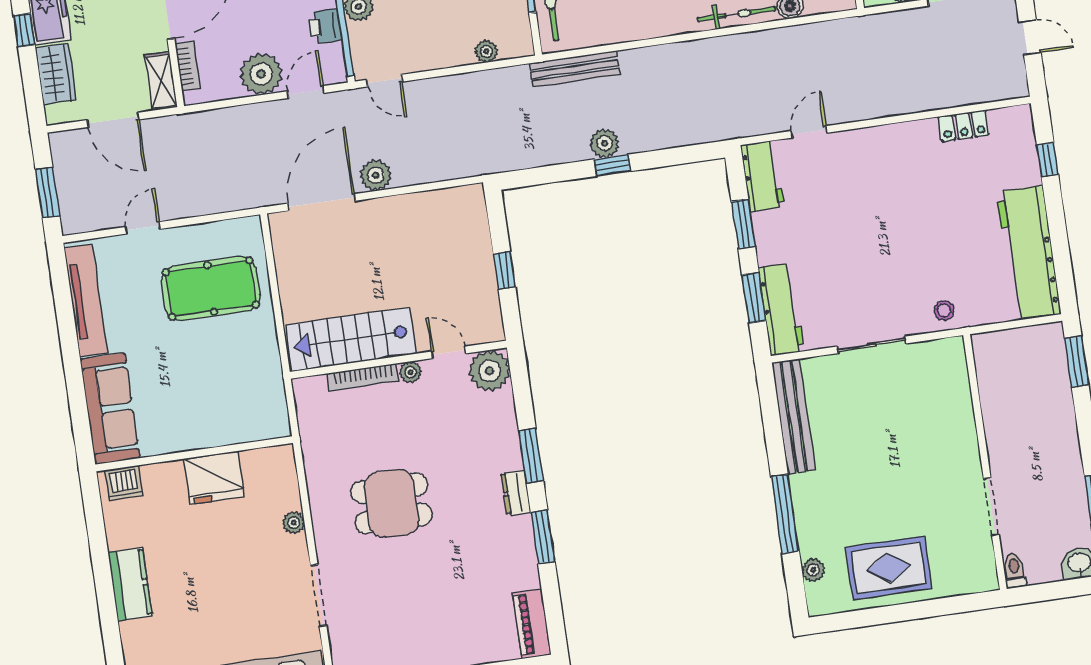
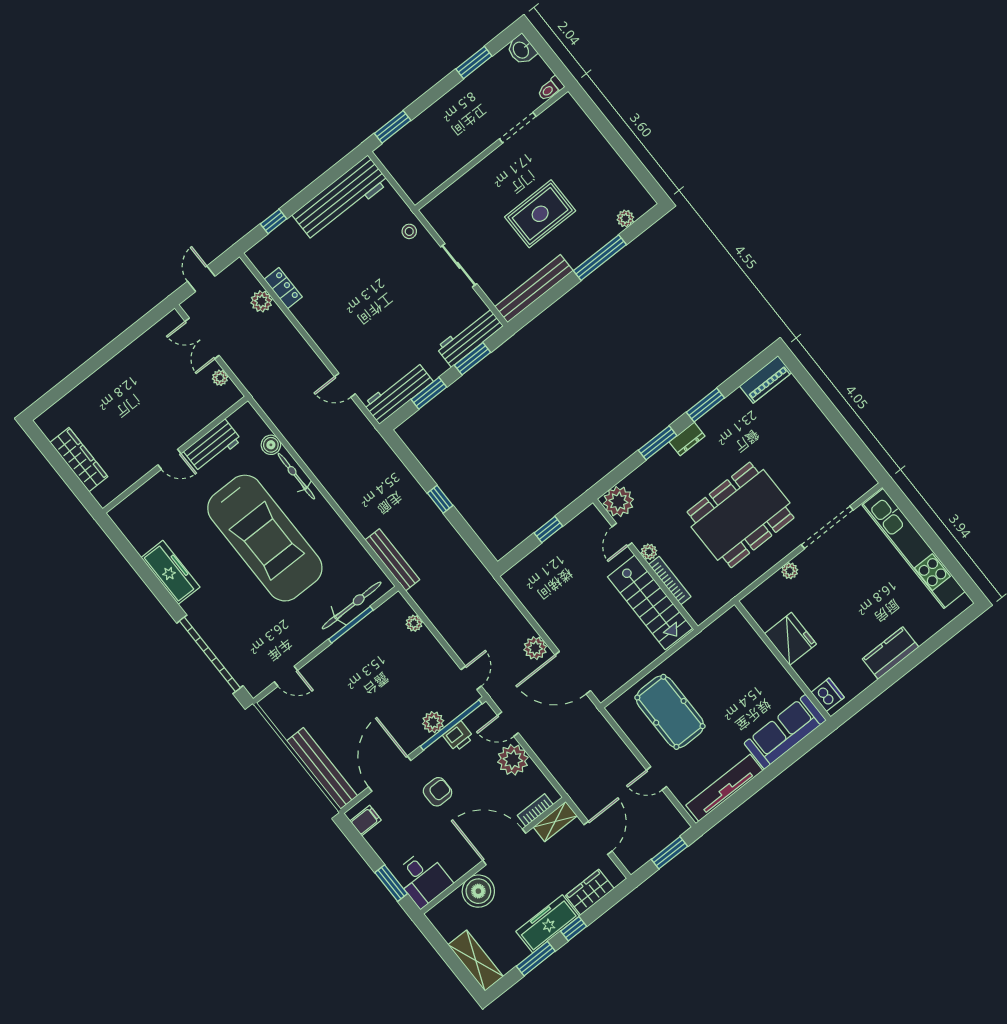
plant: (605, 143) -> (261, 301), moved
workbench: (762, 176) -> (398, 393), width x1.38
dining table: (392, 503) -> (741, 515), width x1.88, depth x1.24
rug: (889, 568) -> (540, 214), moved, turned 90
doorway: (319, 595) -> (827, 527), width x1.36

